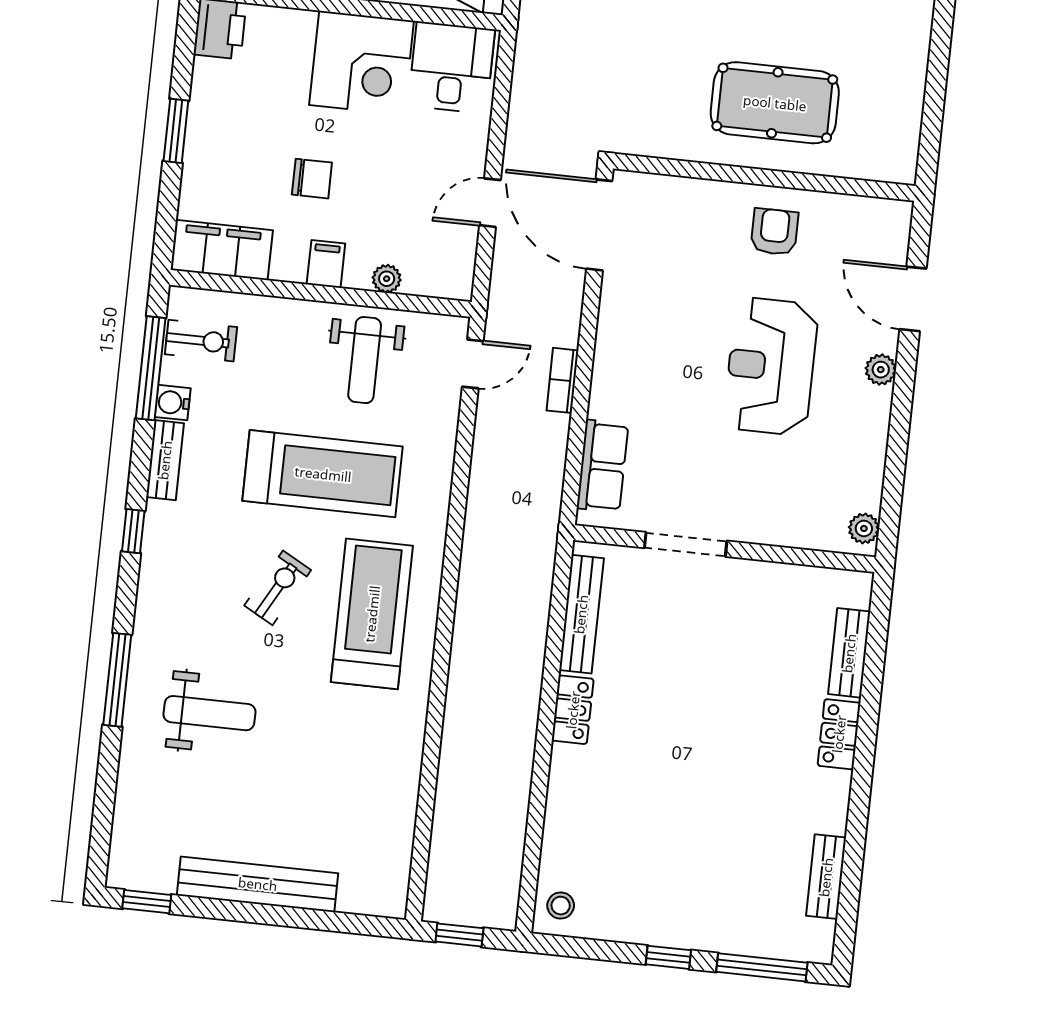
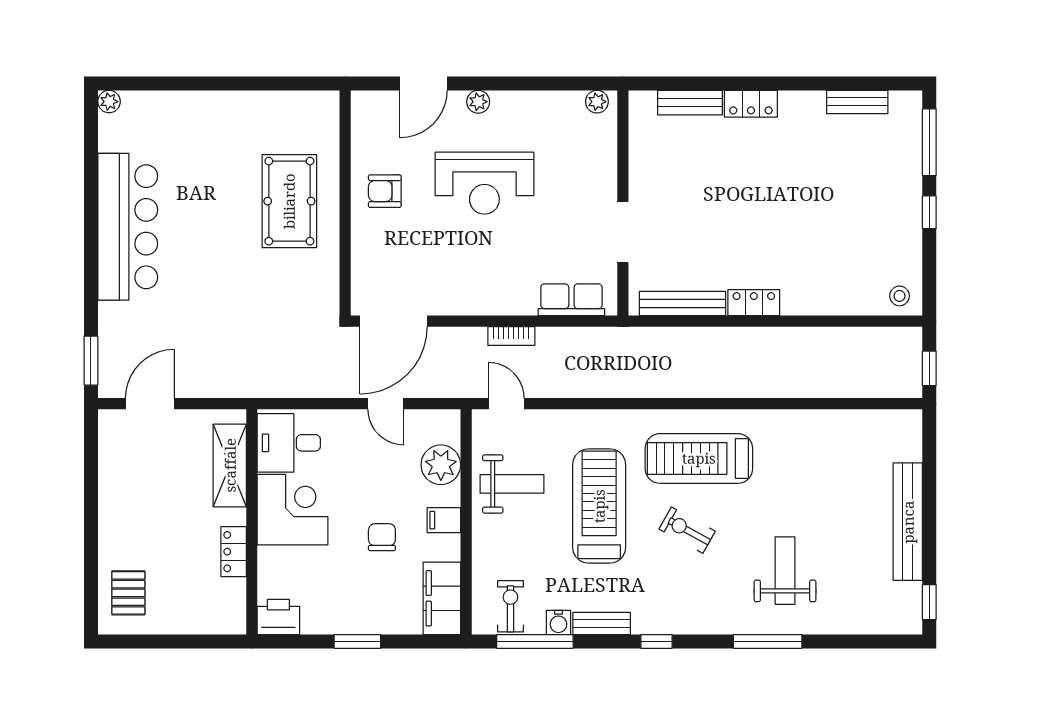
plant: (387, 279) -> (441, 465), width x1.87, depth x1.87

